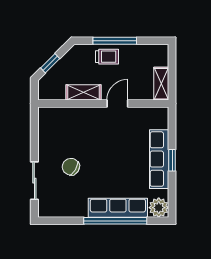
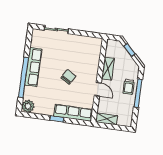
row of seats: (159, 159) -> (73, 113), moved
chair: (71, 167) -> (68, 77), moved
row of seats: (118, 208) -> (33, 67), moved

